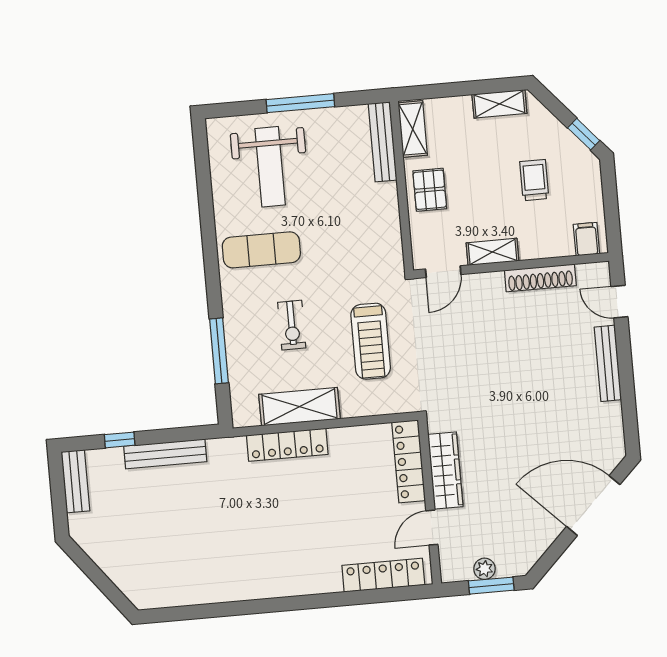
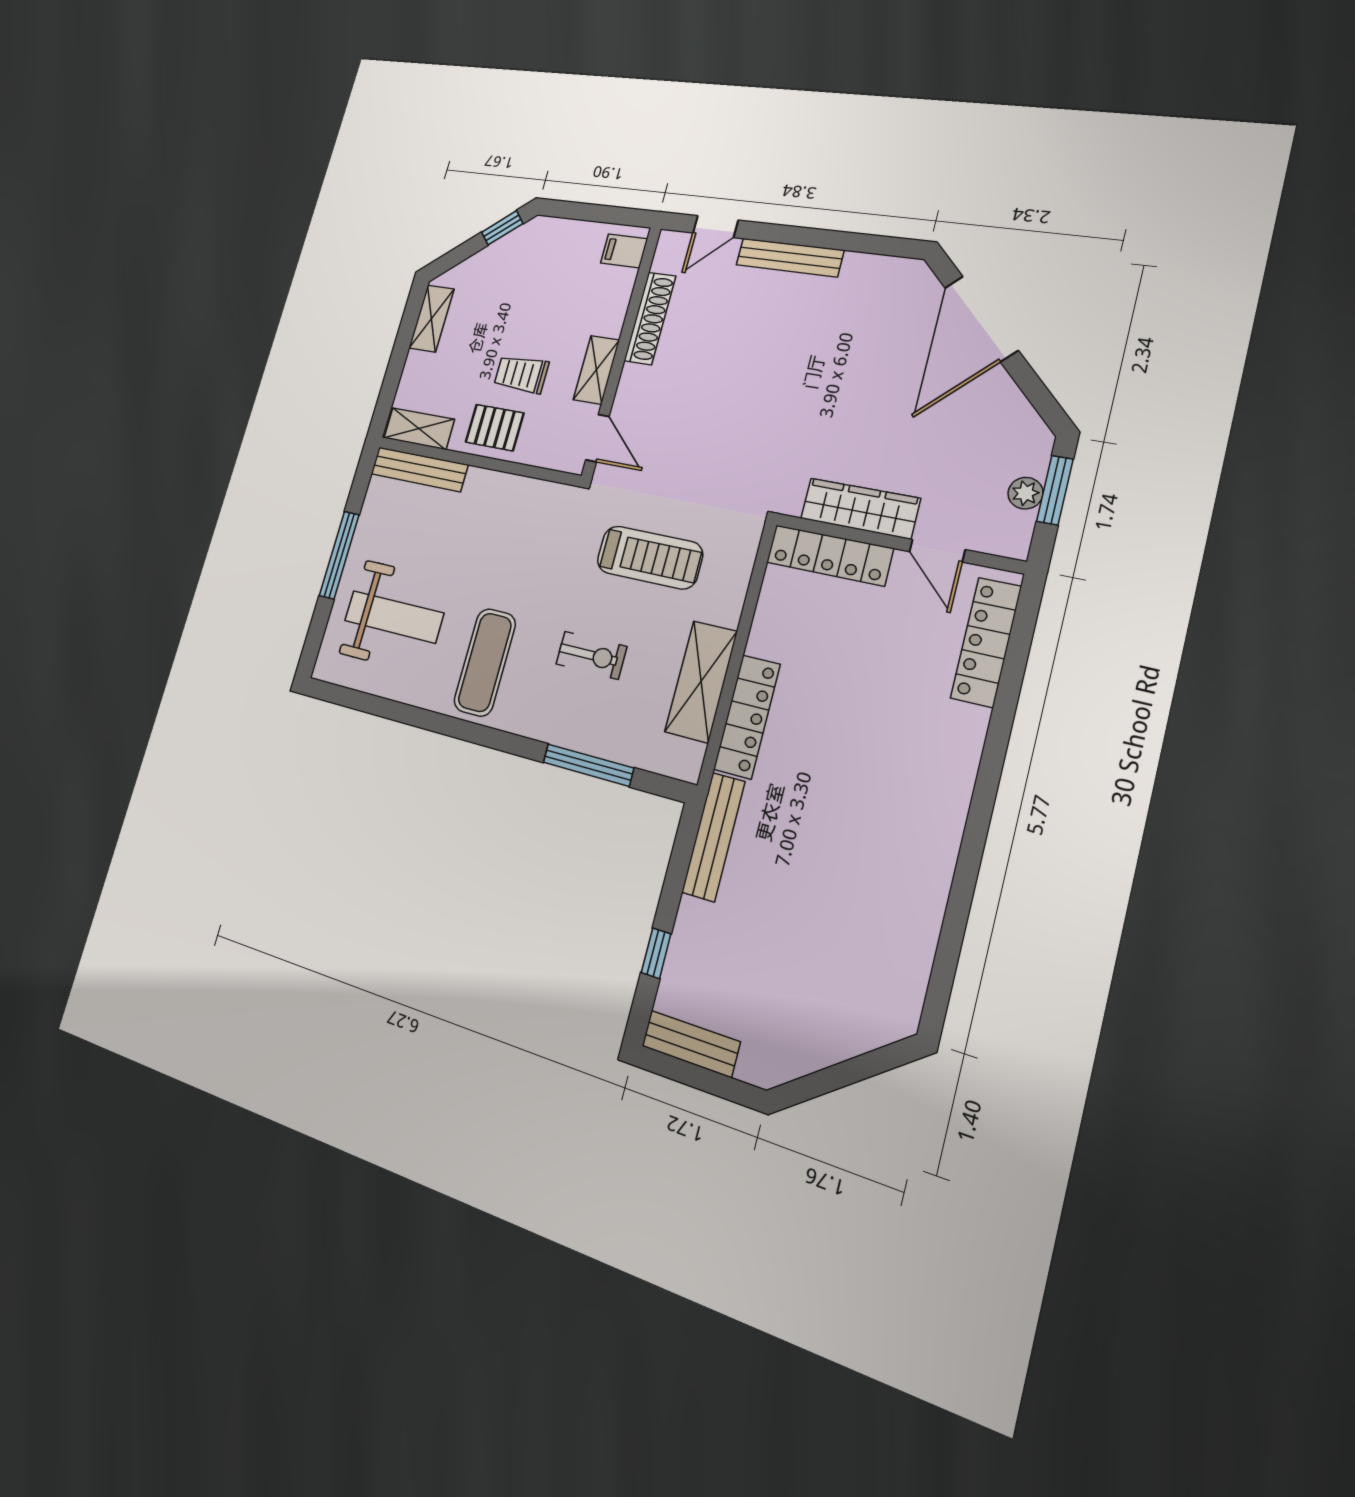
trolley: (534, 180) -> (521, 374), moved
bench: (165, 454) -> (714, 837), moved

